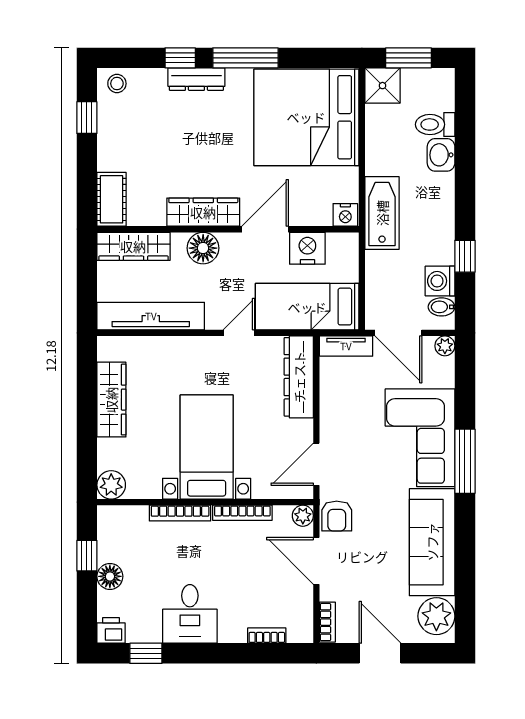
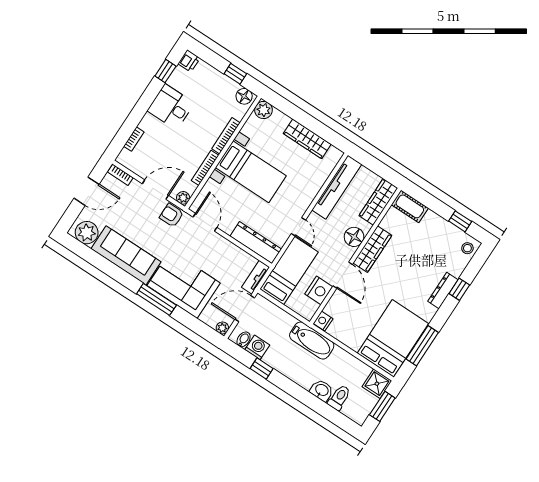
window: (245, 58) -> (422, 346), moved
bed: (306, 117) -> (393, 338), width x0.73
floor lamp: (110, 576) -> (244, 96), moved

